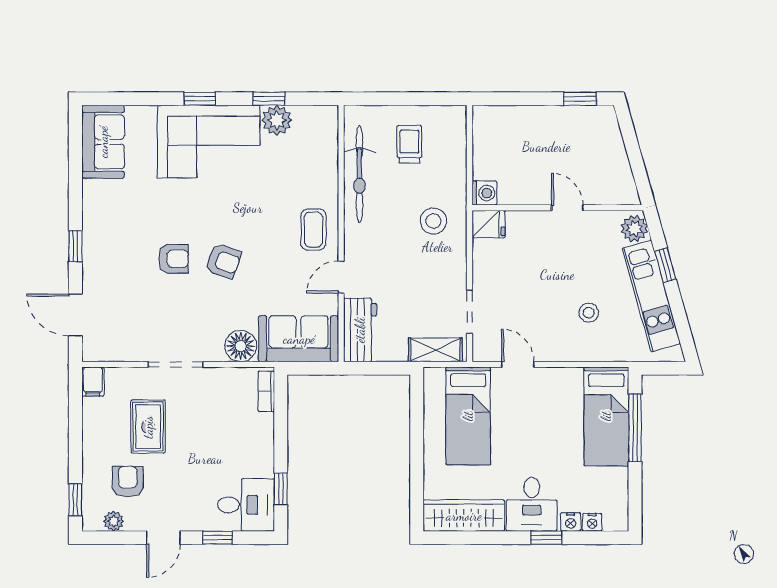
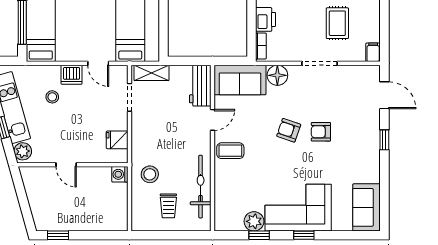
stool: (433, 221) -> (150, 174), moved
fridge: (489, 224) -> (117, 140), moved
coffee table: (313, 230) -> (230, 151), turned 90
dishwasher: (559, 347) -> (72, 75), added
printer: (259, 432) -> (266, 19), added

